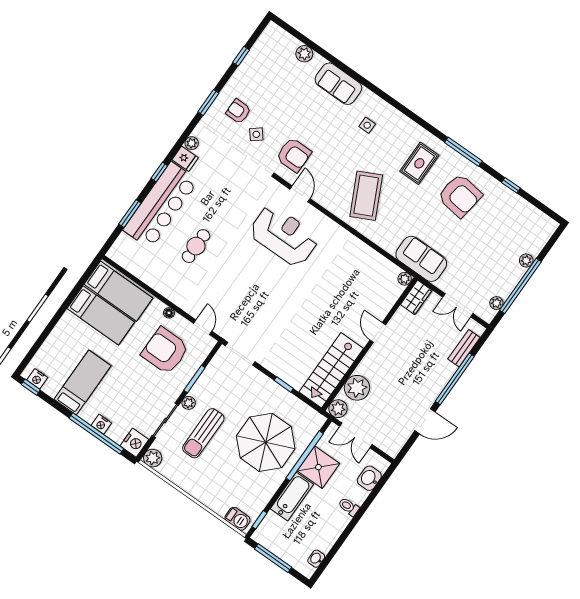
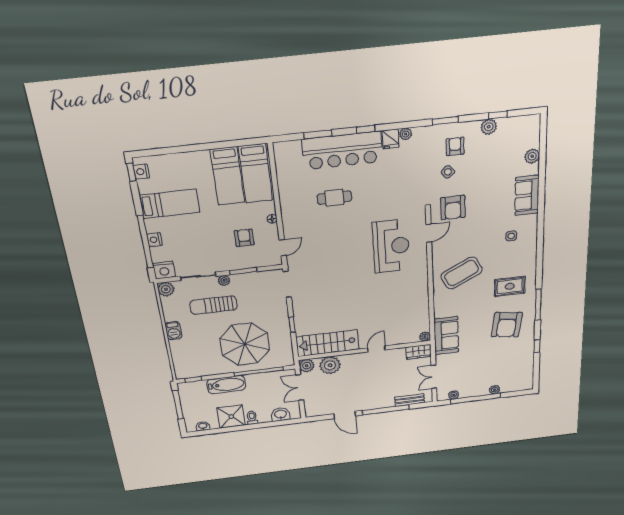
plant: (245, 71) -> (489, 127), added
armchair: (165, 351) -> (244, 238), width x0.53, depth x0.53
shower: (318, 467) -> (231, 416), moved
barbecue: (238, 519) -> (173, 331), moved

